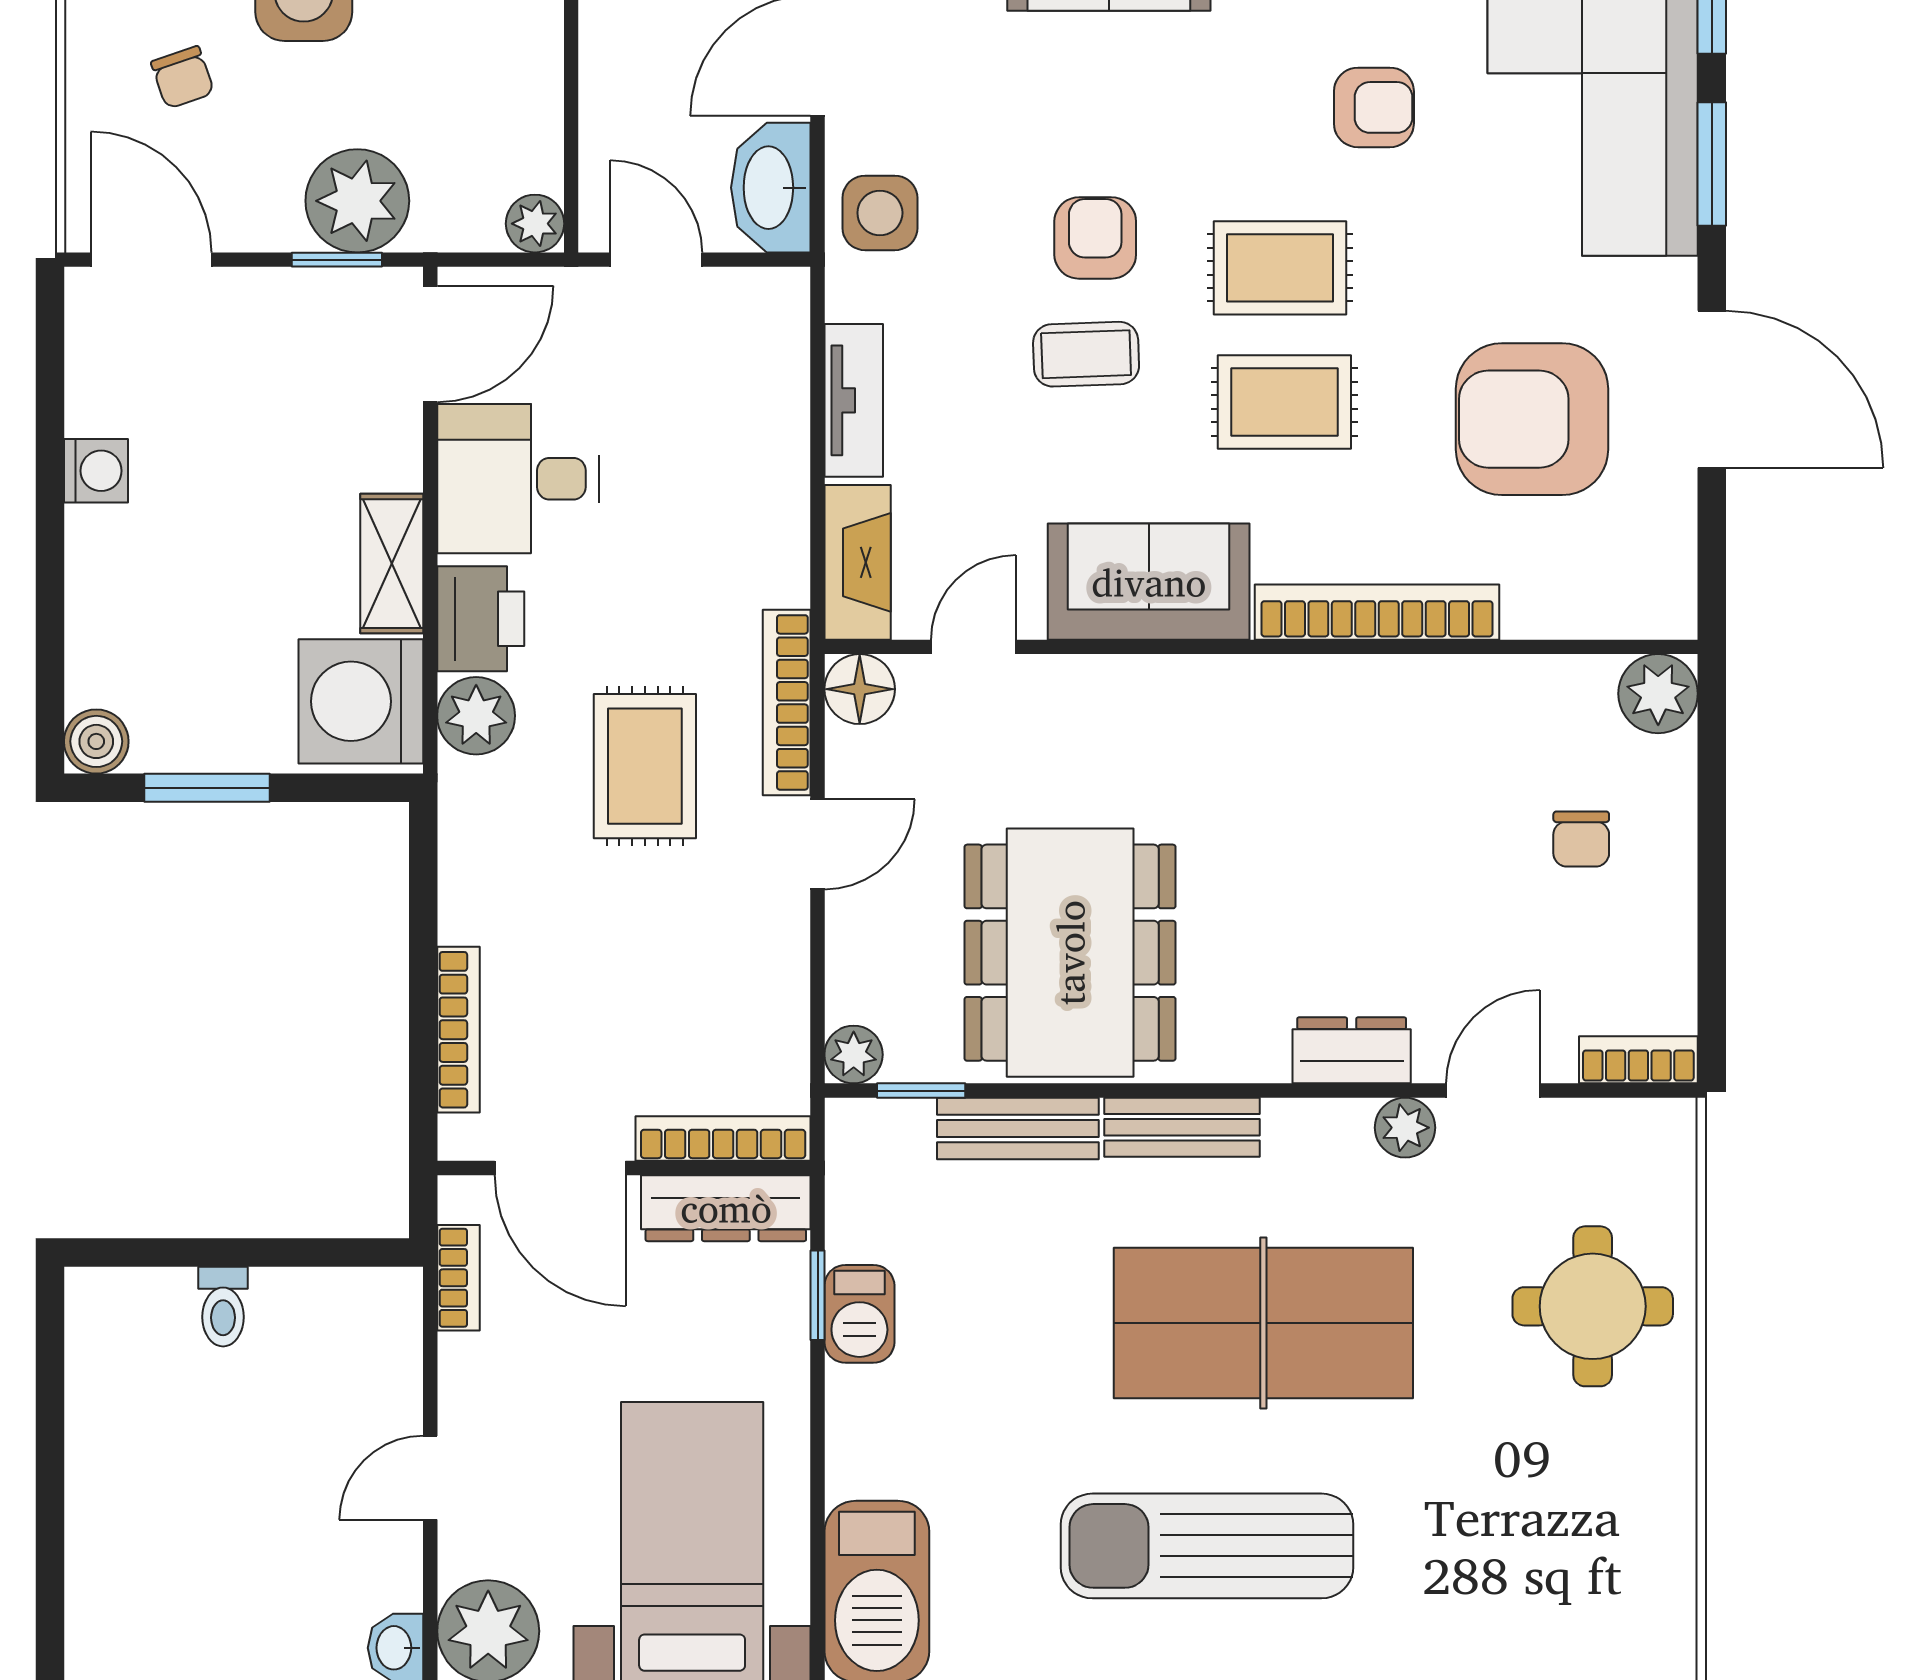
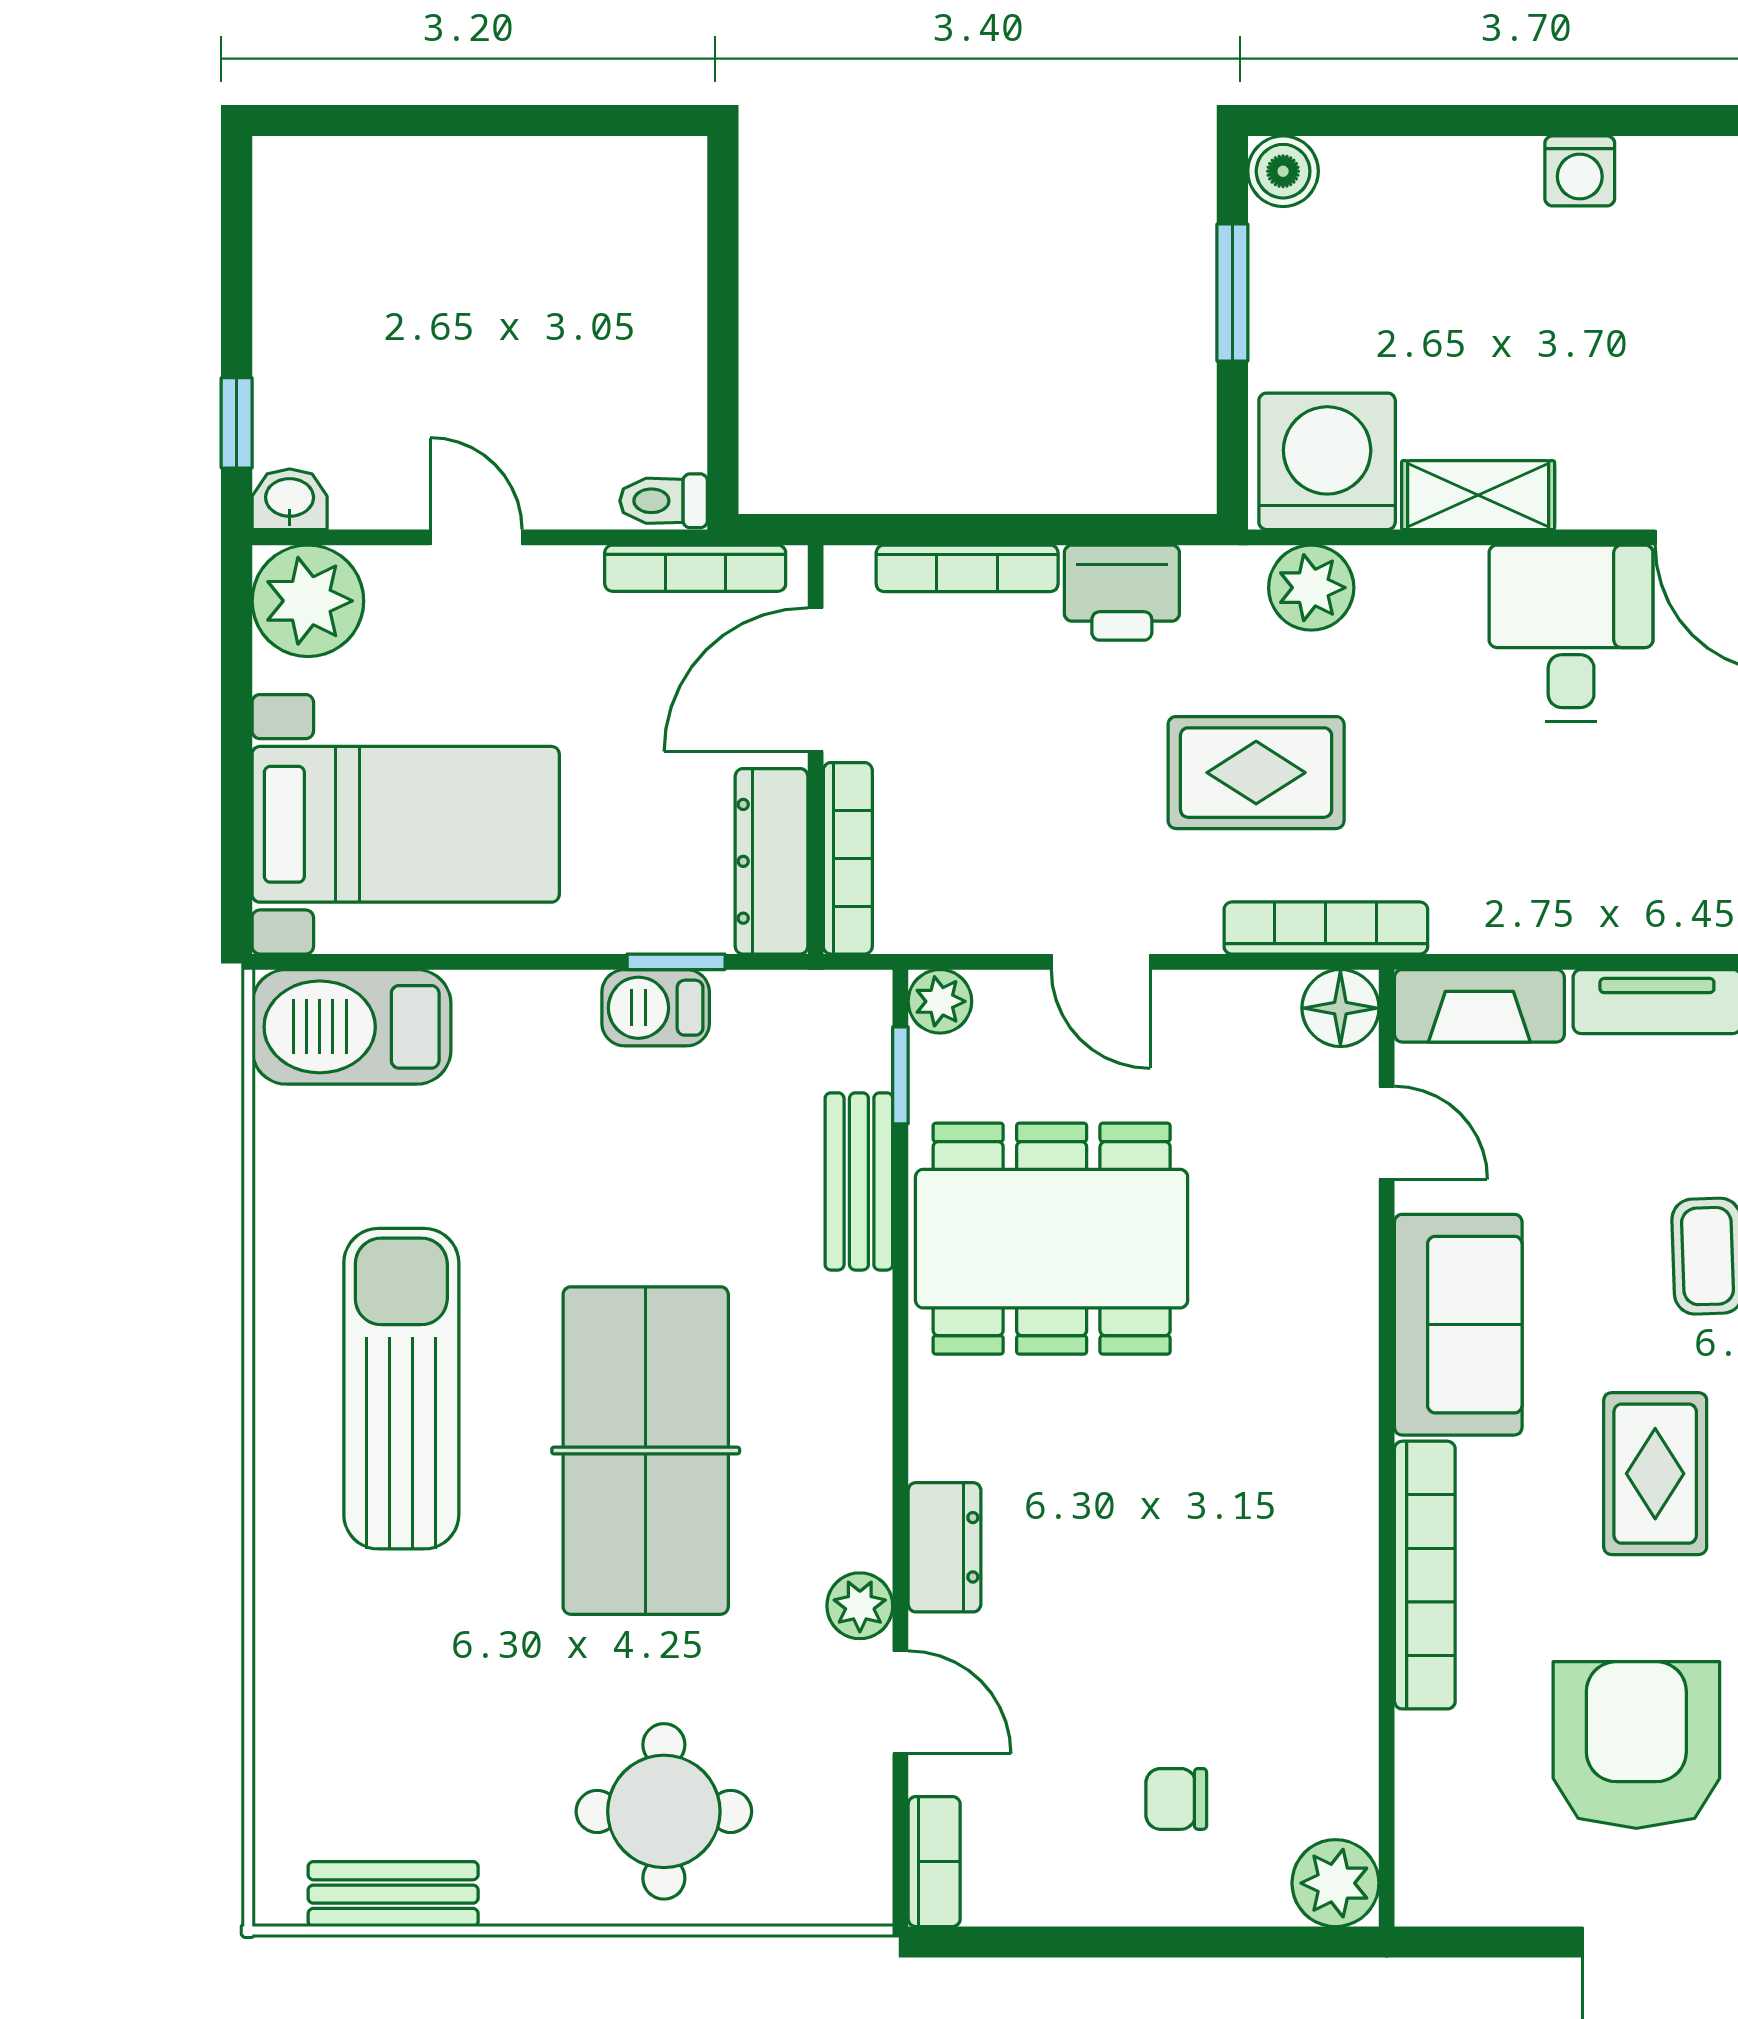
printer: (481, 619) -> (1122, 593), moved
door: (818, 844) -> (1101, 962), moved
bench: (1182, 1127) -> (393, 1894), moved, turned 90
bookcase: (458, 1278) -> (695, 568), width x1.56
toilet: (223, 1307) -> (664, 501), moved

